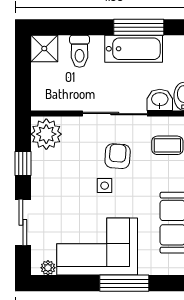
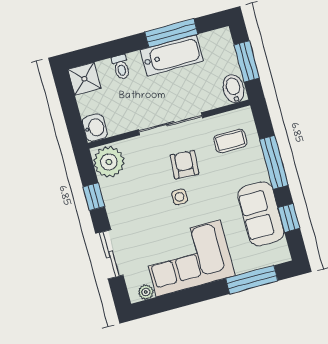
toilet: (80, 51) -> (121, 67), width x0.73, depth x0.72
washbasin: (160, 100) -> (95, 128), moved, turned 90
window: (124, 283) -> (252, 280), moved

